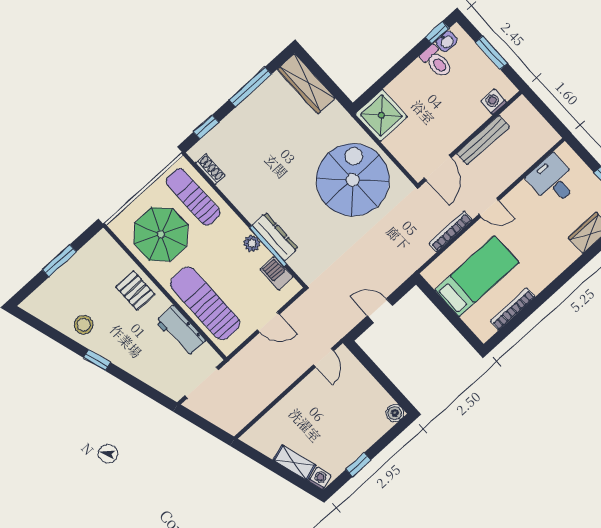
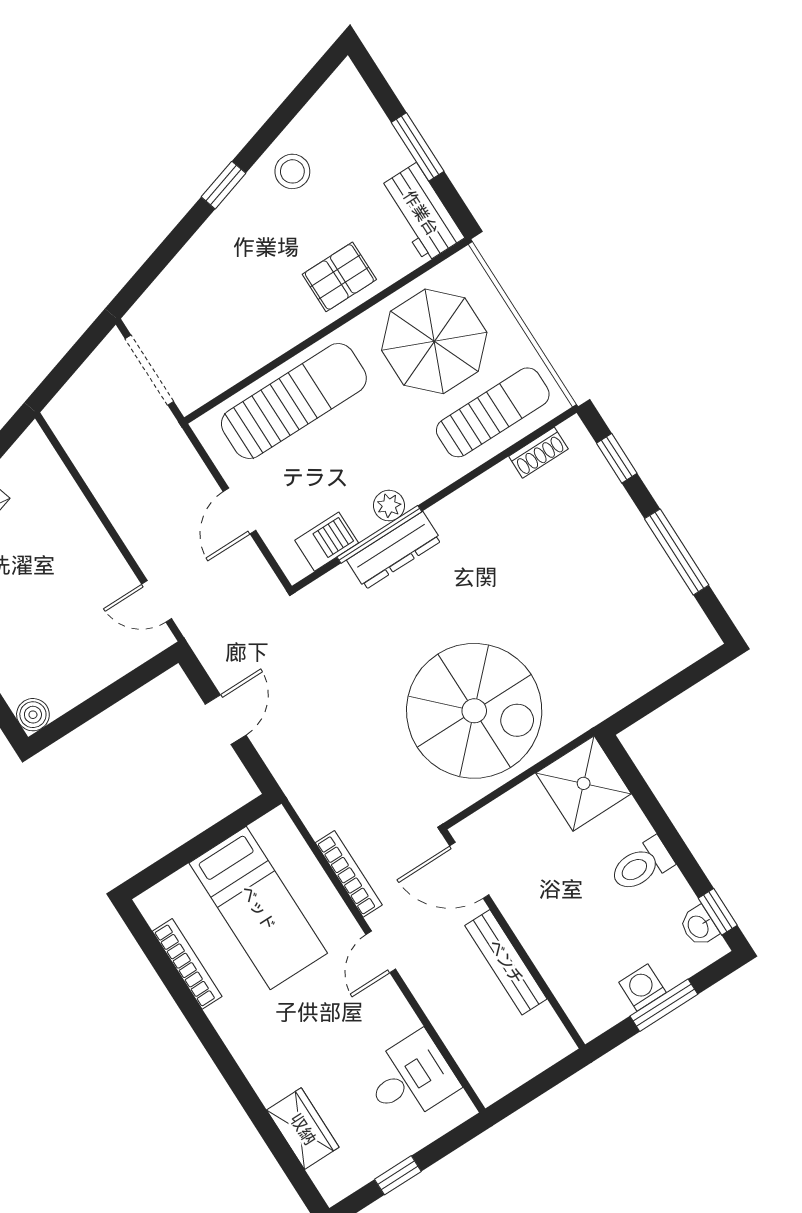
toilet: (437, 62) -> (641, 865), moved
wardrobe: (306, 84) -> (665, 656), removed
washing machine: (494, 102) -> (642, 987), moved, turned -90
workbench: (180, 331) -> (421, 213), moved, turned -90

